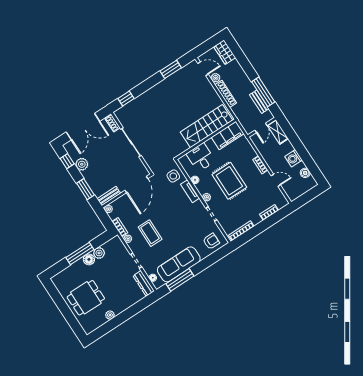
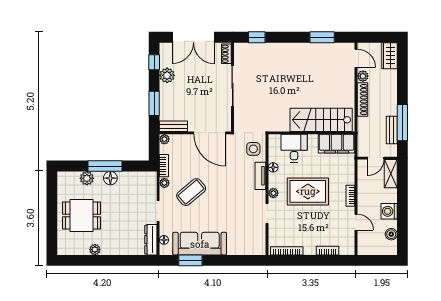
rug: (229, 181) -> (308, 191), turned 90
door: (136, 184) -> (210, 133), hinge flipped
coffee table: (150, 233) -> (191, 192), turned 50
armchair: (211, 241) -> (249, 241), removed
plant: (99, 253) -> (87, 178), moved
window: (180, 280) -> (190, 260), width x0.69

